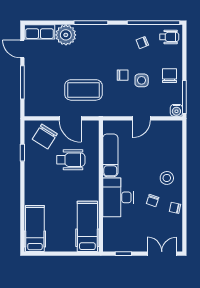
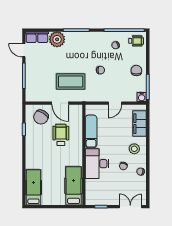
side table: (142, 80) -> (115, 74), removed
filing cabinet: (174, 145) -> (140, 124), added
wheelchair: (71, 160) -> (61, 135), turned -90

